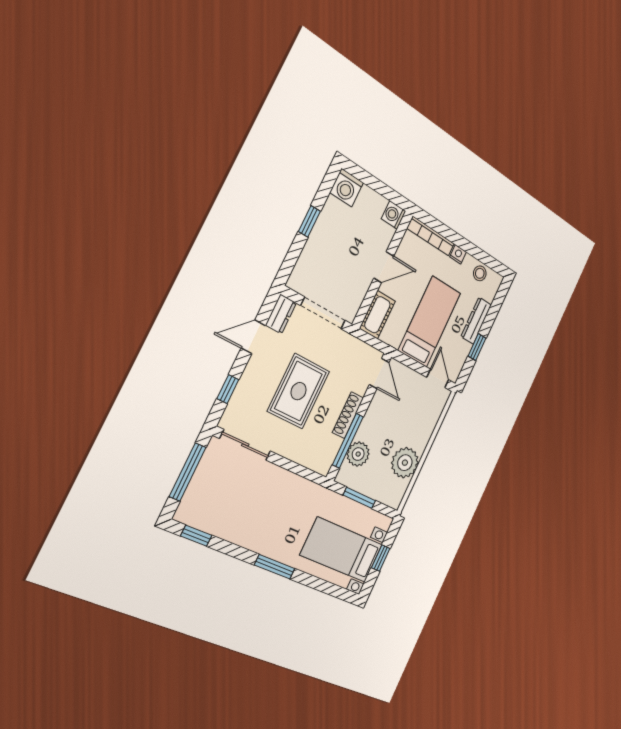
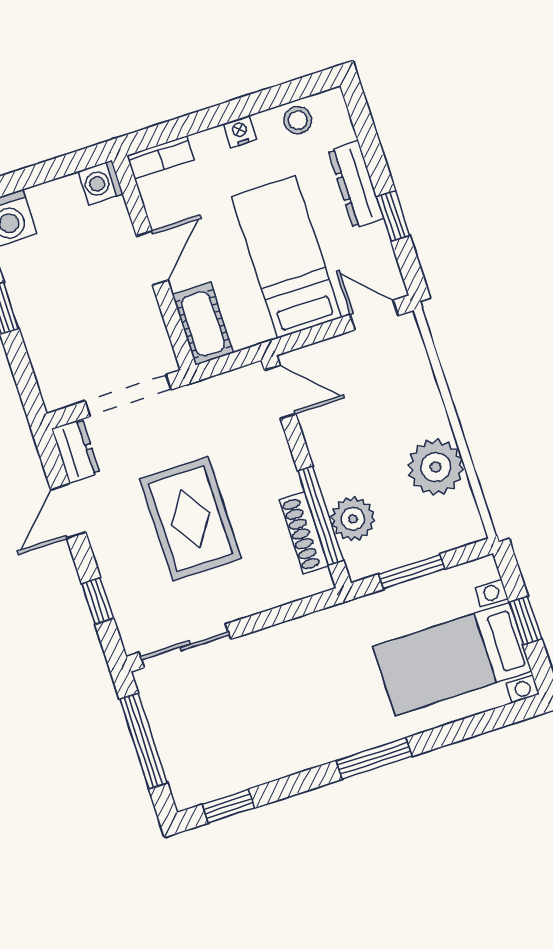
bookcase: (431, 236) -> (160, 157), width x0.64
shoe rack: (348, 415) -> (304, 533), moved

